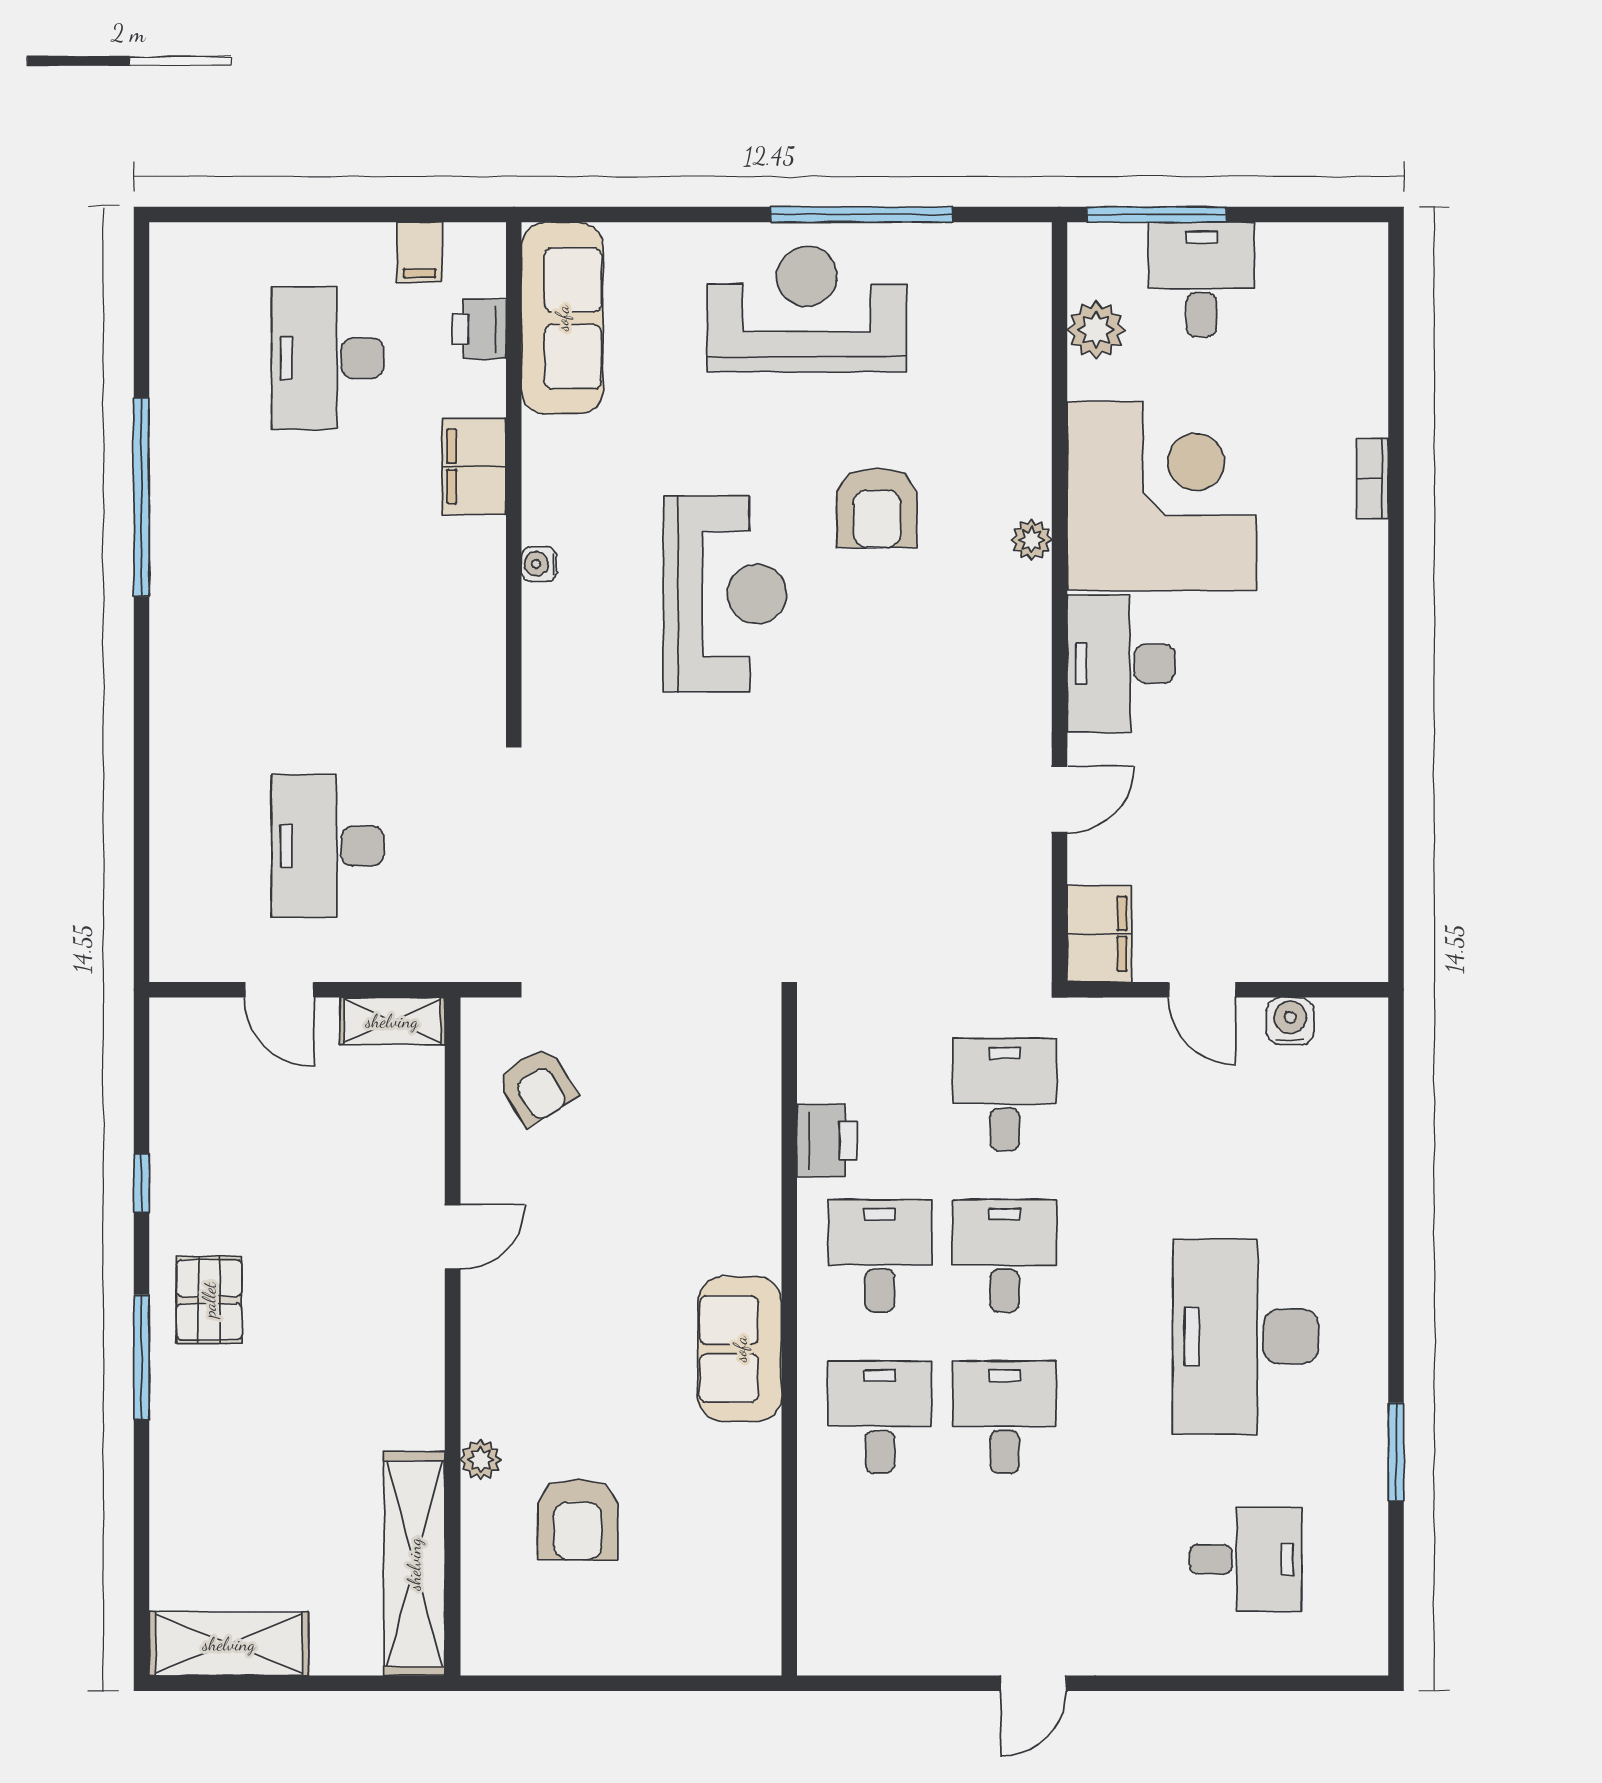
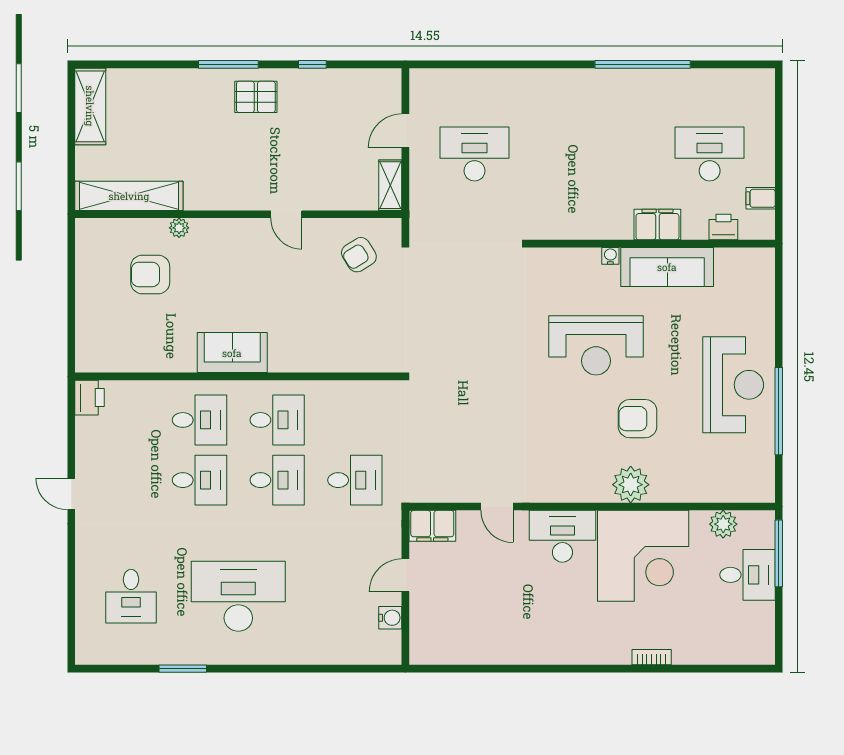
sofa: (562, 318) -> (667, 267), moved
plant: (1032, 540) -> (631, 485), width x1.88, depth x1.88
printer: (827, 1141) -> (89, 398), moved, turned -90

